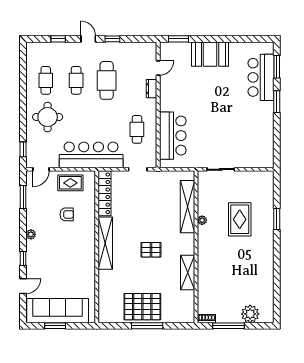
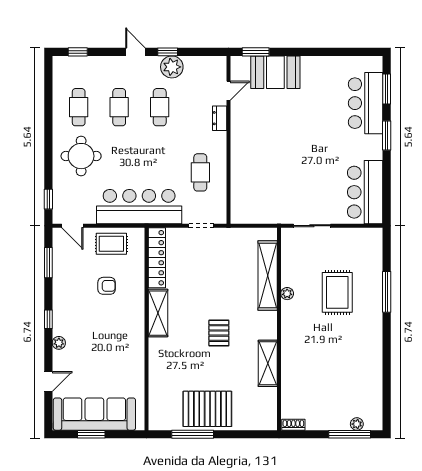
window: (58, 39) -> (78, 52), moved
plant: (116, 50) -> (172, 67), added
booth: (210, 54) -> (275, 72), moved
cafe table: (107, 80) -> (160, 107), width x0.73, depth x0.74
bar counter: (173, 136) -> (365, 192), moved, turned 180
door: (41, 169) -> (72, 226), hinge flipped
window: (277, 219) -> (387, 292), width x1.44
plant: (31, 234) -> (59, 343), moved
shelving: (105, 243) -> (158, 313), width x0.68
pallet: (151, 250) -> (219, 333), turned 90
window: (23, 258) -> (48, 319), moved
plant: (250, 314) -> (357, 424), width x0.53, depth x0.53
window: (147, 326) -> (193, 434), moved
window: (228, 326) -> (350, 434), moved

